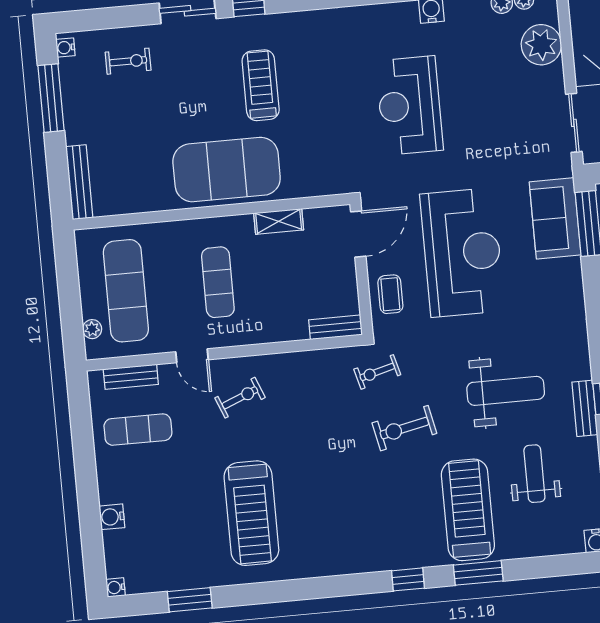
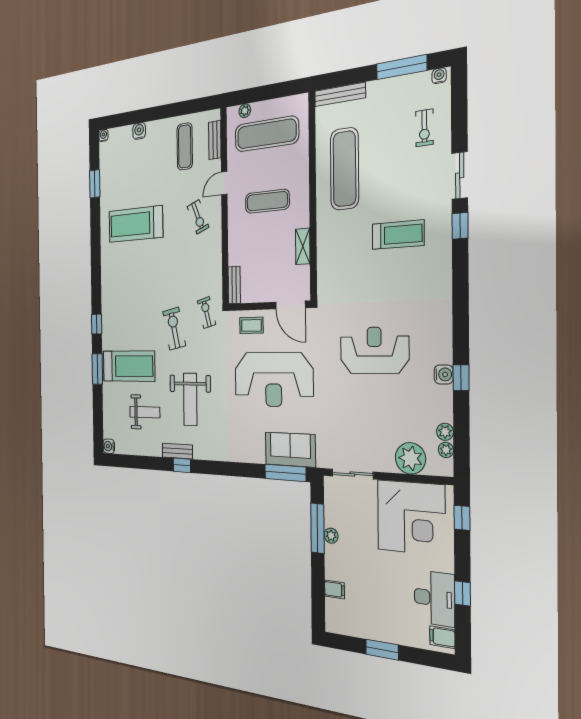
exercise mat: (227, 170) -> (344, 169), moved, width x0.68

